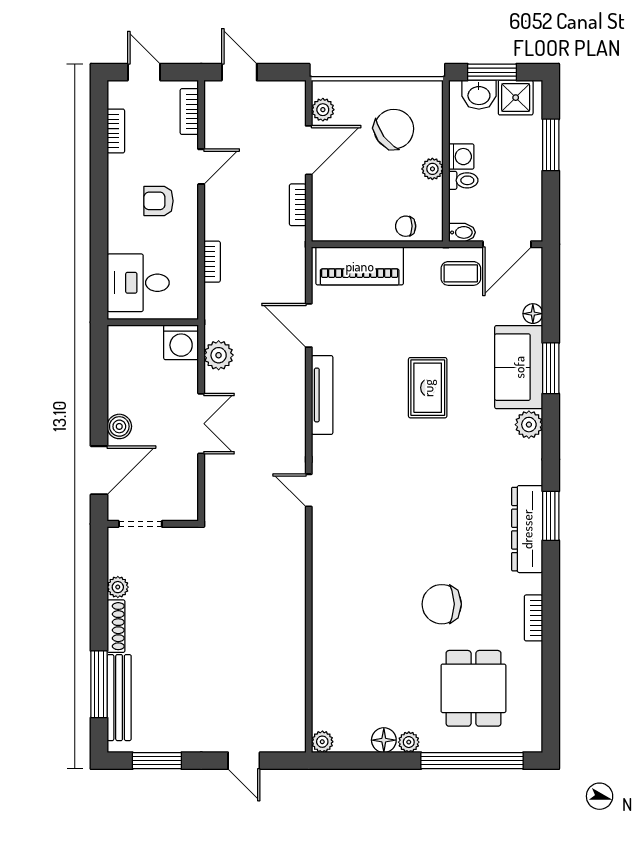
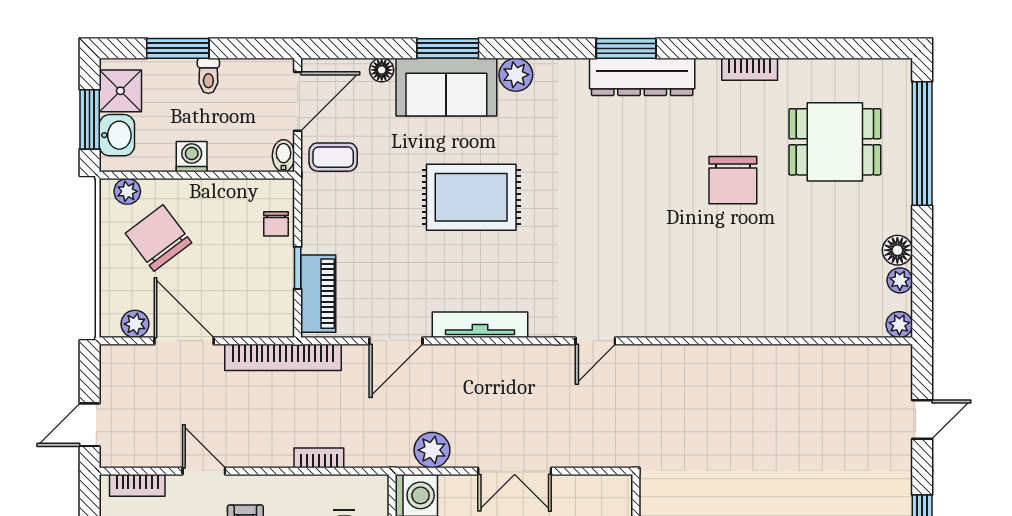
plant: (432, 169) -> (127, 191), moved
toilet: (463, 180) -> (208, 76), moved, turned 180
bookcase: (298, 205) -> (283, 357), width x2.31, depth x1.31
window: (369, 244) -> (298, 268), added
door: (507, 244) -> (298, 101), hinge flipped
piano: (360, 266) -> (318, 294), width x0.73, depth x0.75
coffee table: (461, 273) -> (333, 157), turned 90
rug: (428, 388) -> (471, 197), width x1.36, depth x1.43
double door: (201, 424) -> (515, 471), swing flipped
plant: (409, 742) -> (900, 280), moved

